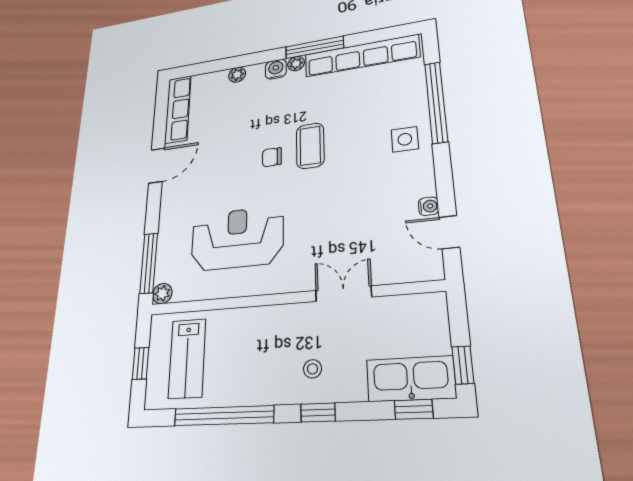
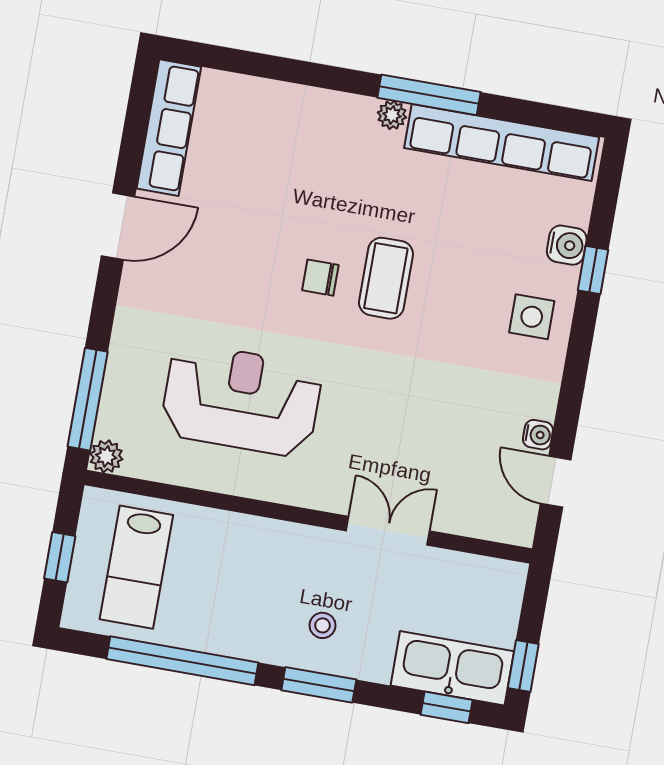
water cooler: (276, 69) -> (567, 245), moved, turned 90
plant: (237, 75) -> (286, 97), removed
window: (436, 102) -> (593, 270), width x0.32
window: (318, 413) -> (319, 685), width x1.50

